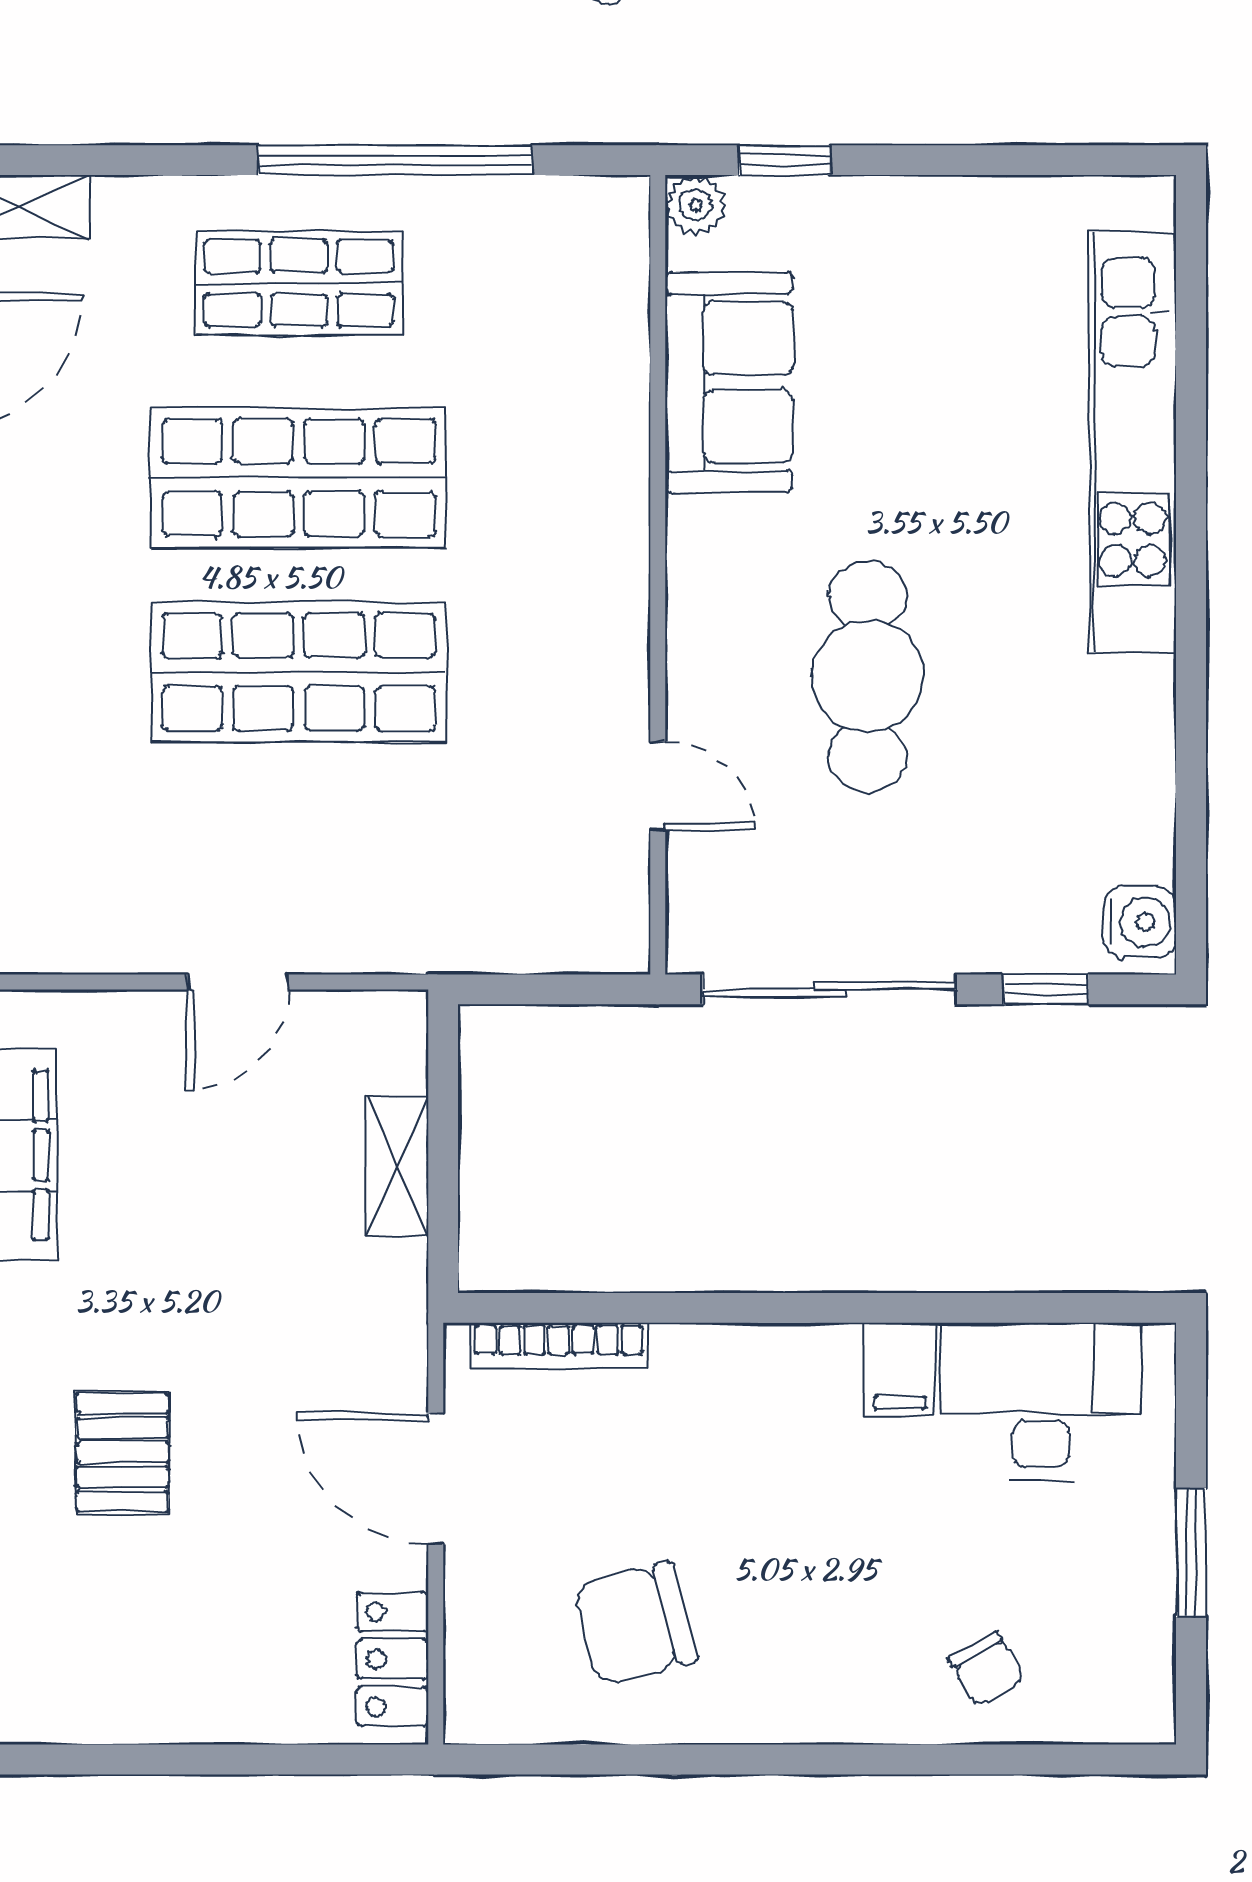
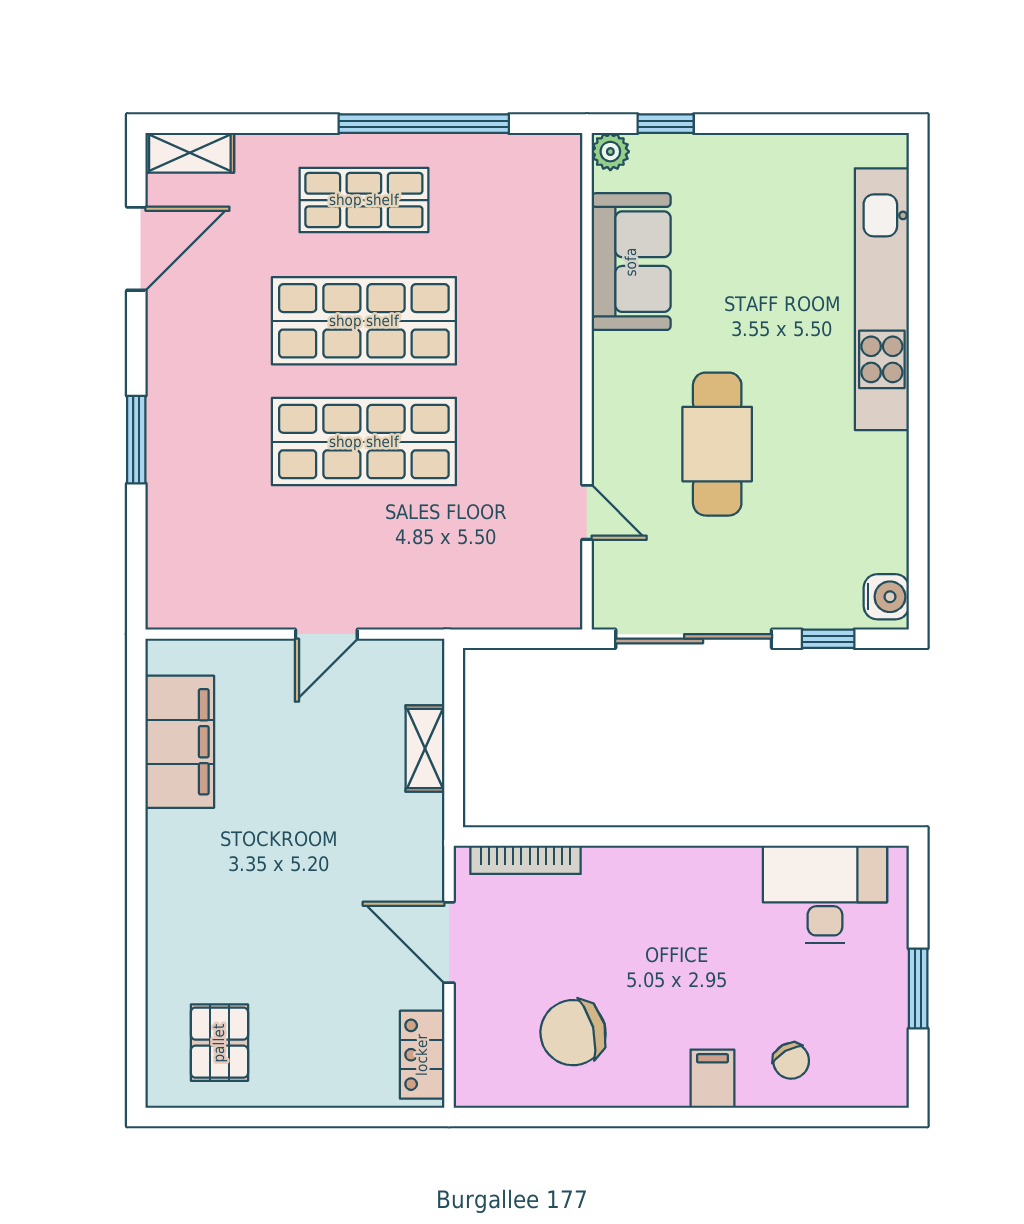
filing cabinet: (900, 1370) -> (712, 1079), moved, turned 180
pallet: (122, 1452) -> (219, 1043), moved

